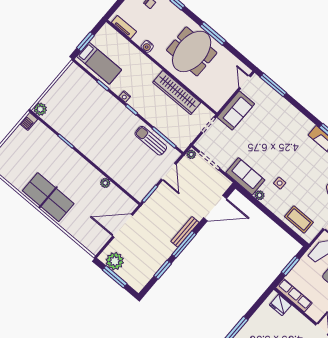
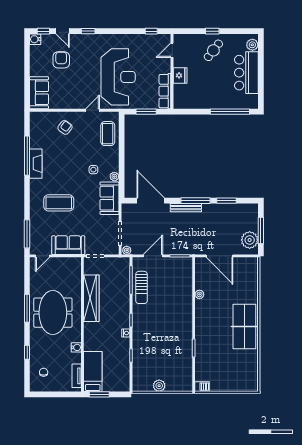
window: (85, 42) -> (99, 394), moved
meeting table: (192, 51) -> (53, 313), turned 90
bed: (99, 63) -> (93, 372), moved
plant: (40, 109) -> (159, 386), moved
coffee table: (277, 132) -> (59, 203), added
fridge: (280, 305) -> (180, 75), moved

